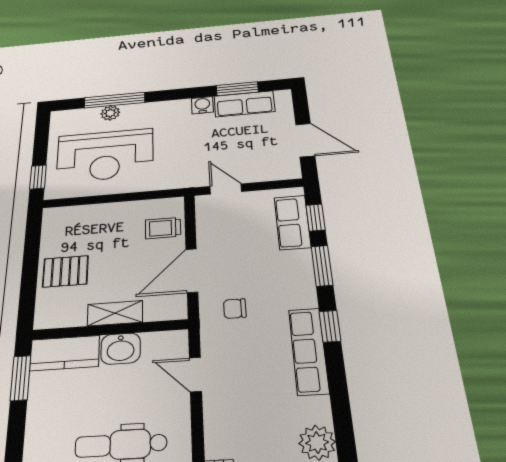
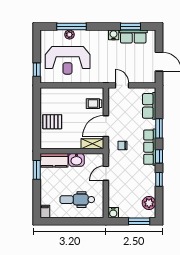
window: (316, 218) -> (159, 179), moved
shelving: (115, 313) -> (92, 144), moved
row of seats: (309, 351) -> (150, 147), moved
door: (195, 375) -> (106, 173), hinge flipped

